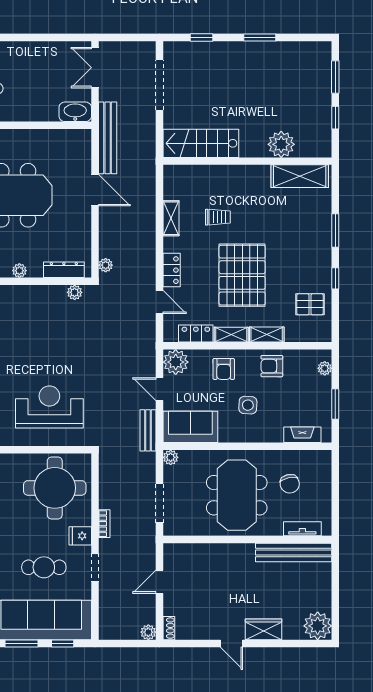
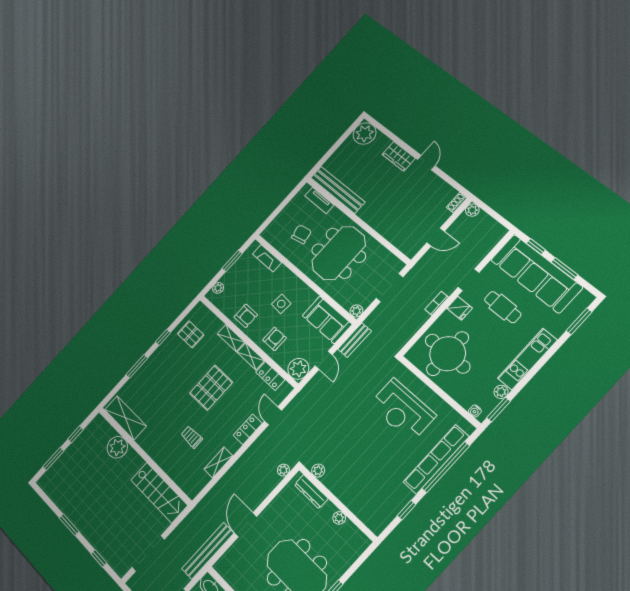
pallet: (242, 275) -> (211, 388), width x0.73, depth x0.71

